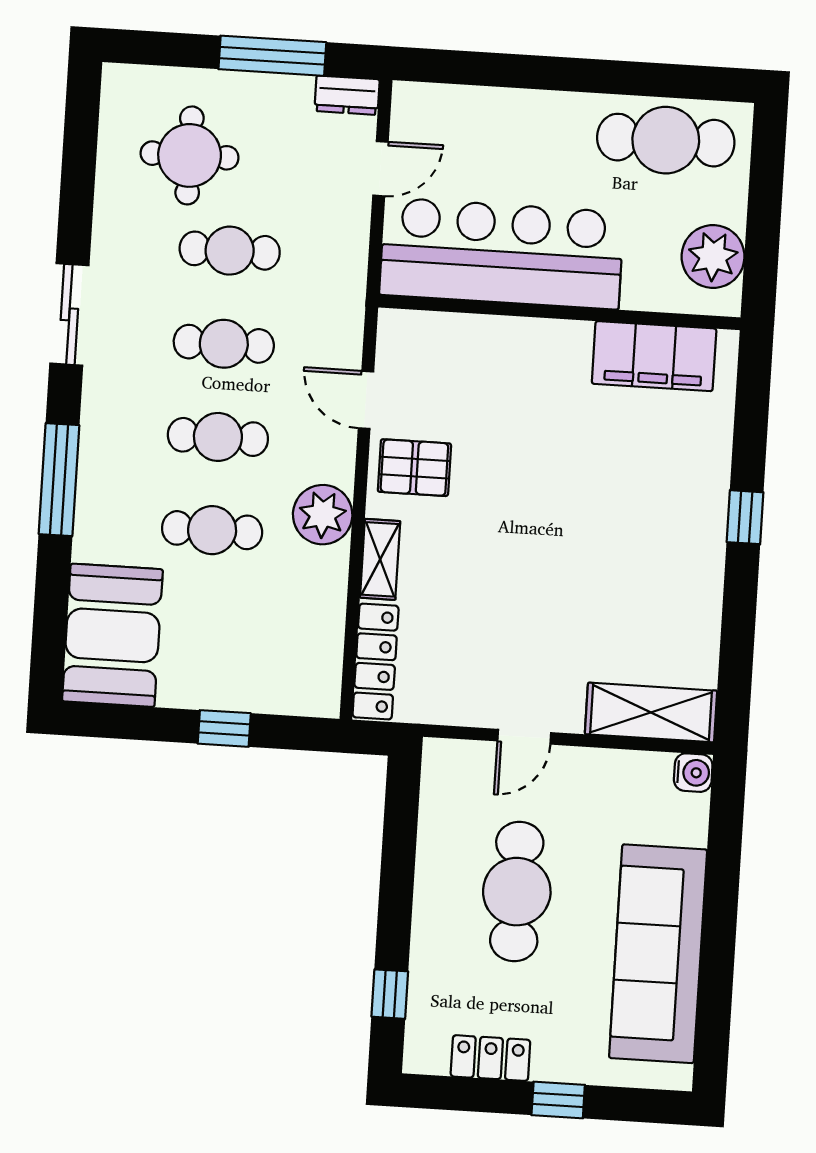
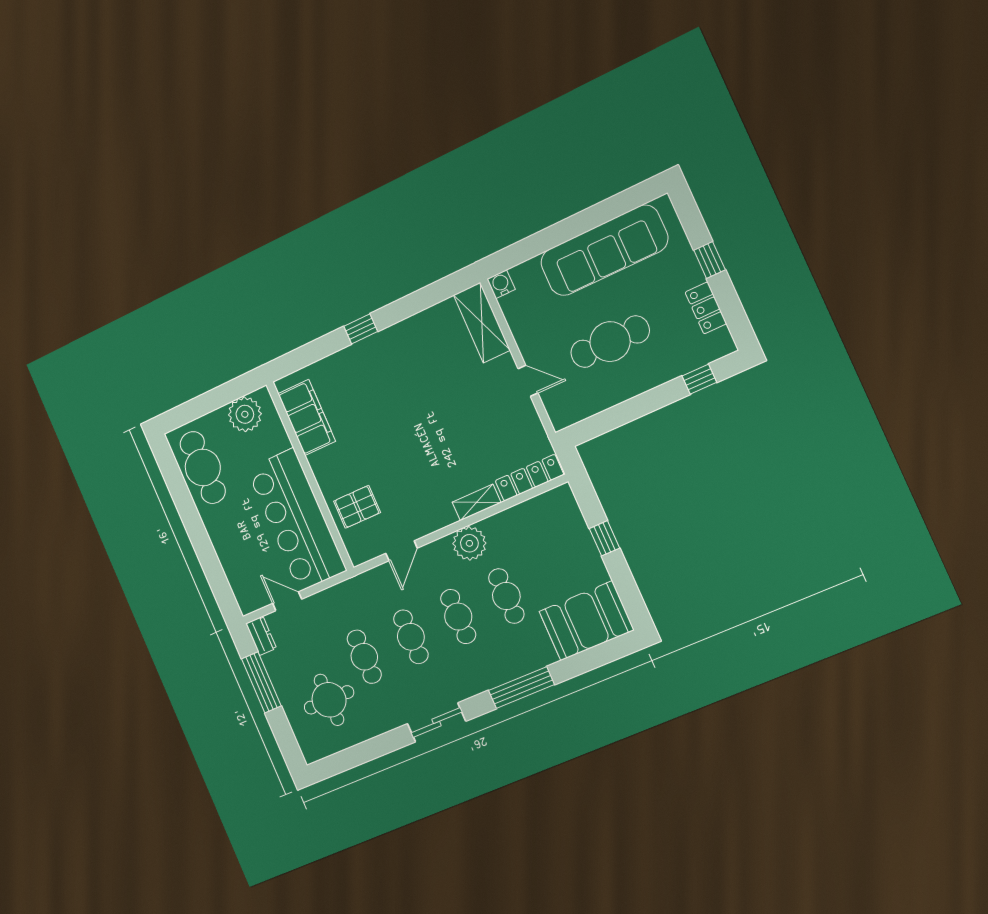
pallet: (414, 468) -> (357, 507), moved, turned 90

